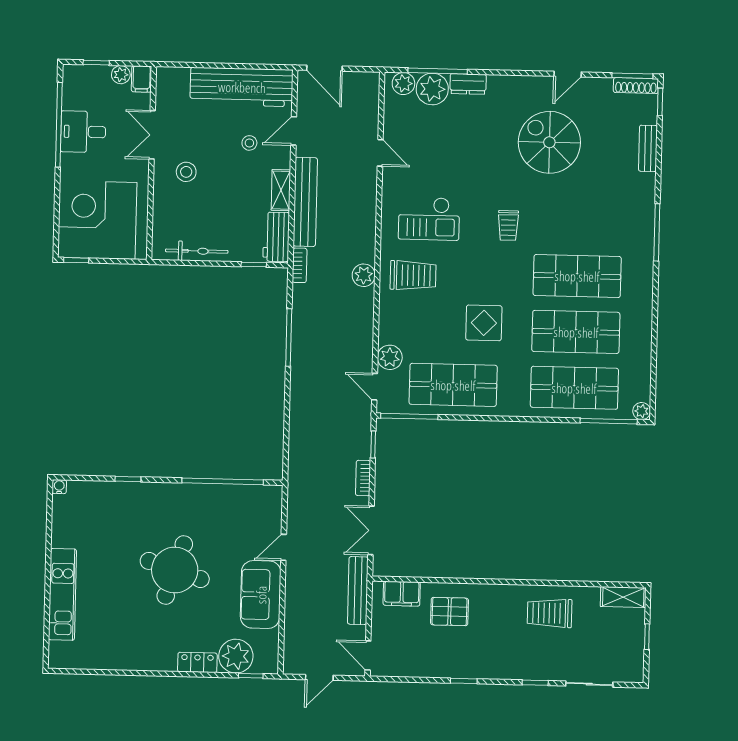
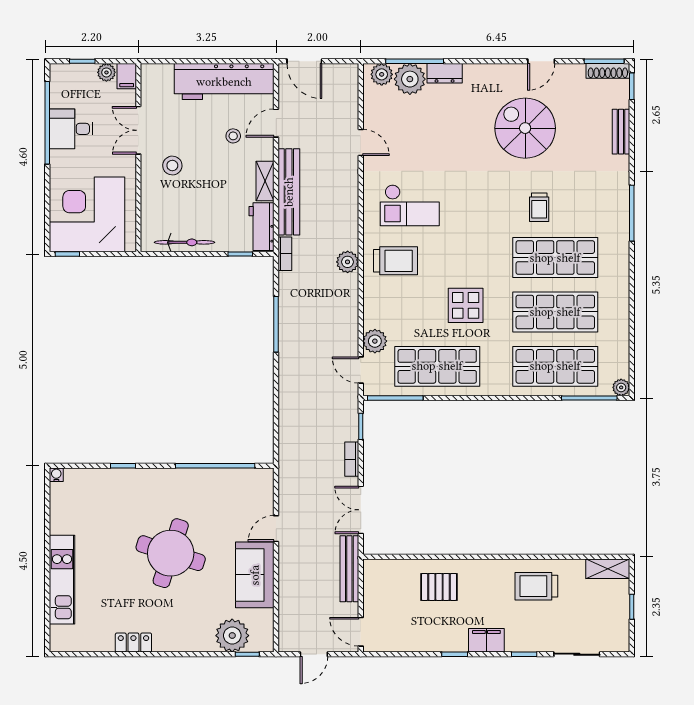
trolley: (508, 225) -> (539, 207), moved
filing cabinet: (402, 594) -> (486, 640), moved, turned 180
locker: (197, 662) -> (133, 643), moved

